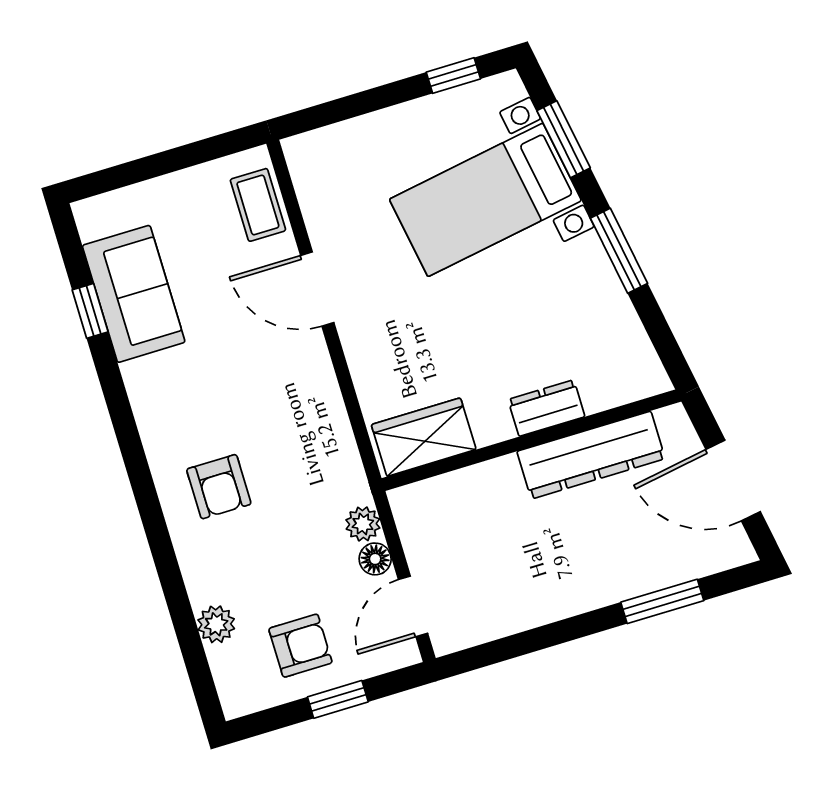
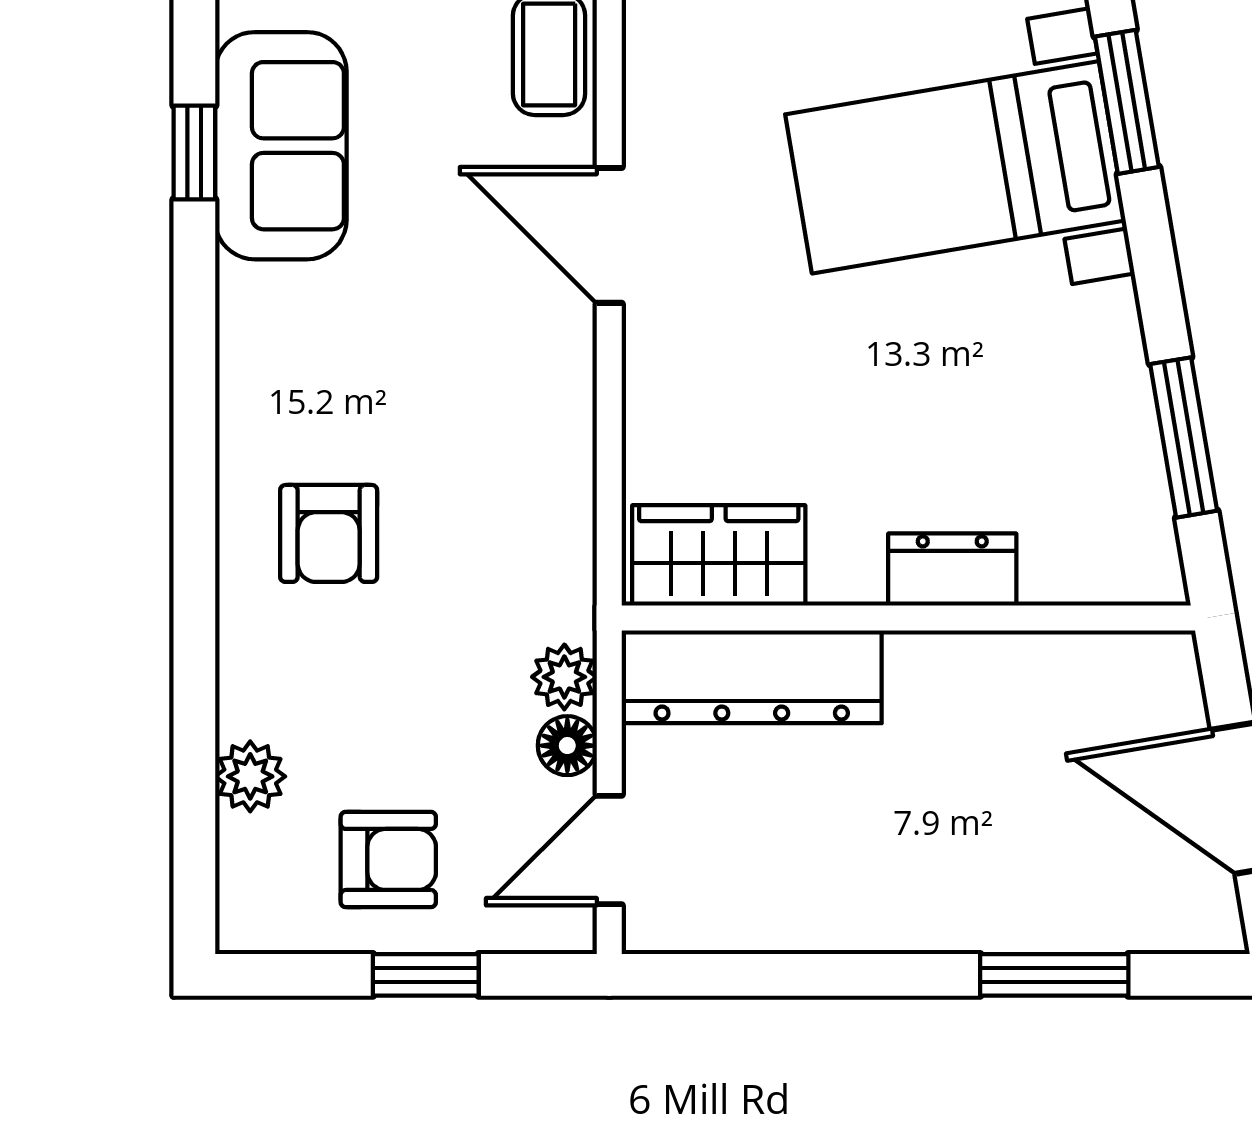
window: (619, 251) -> (1184, 437), moved
dresser: (591, 455) -> (752, 677), moved

